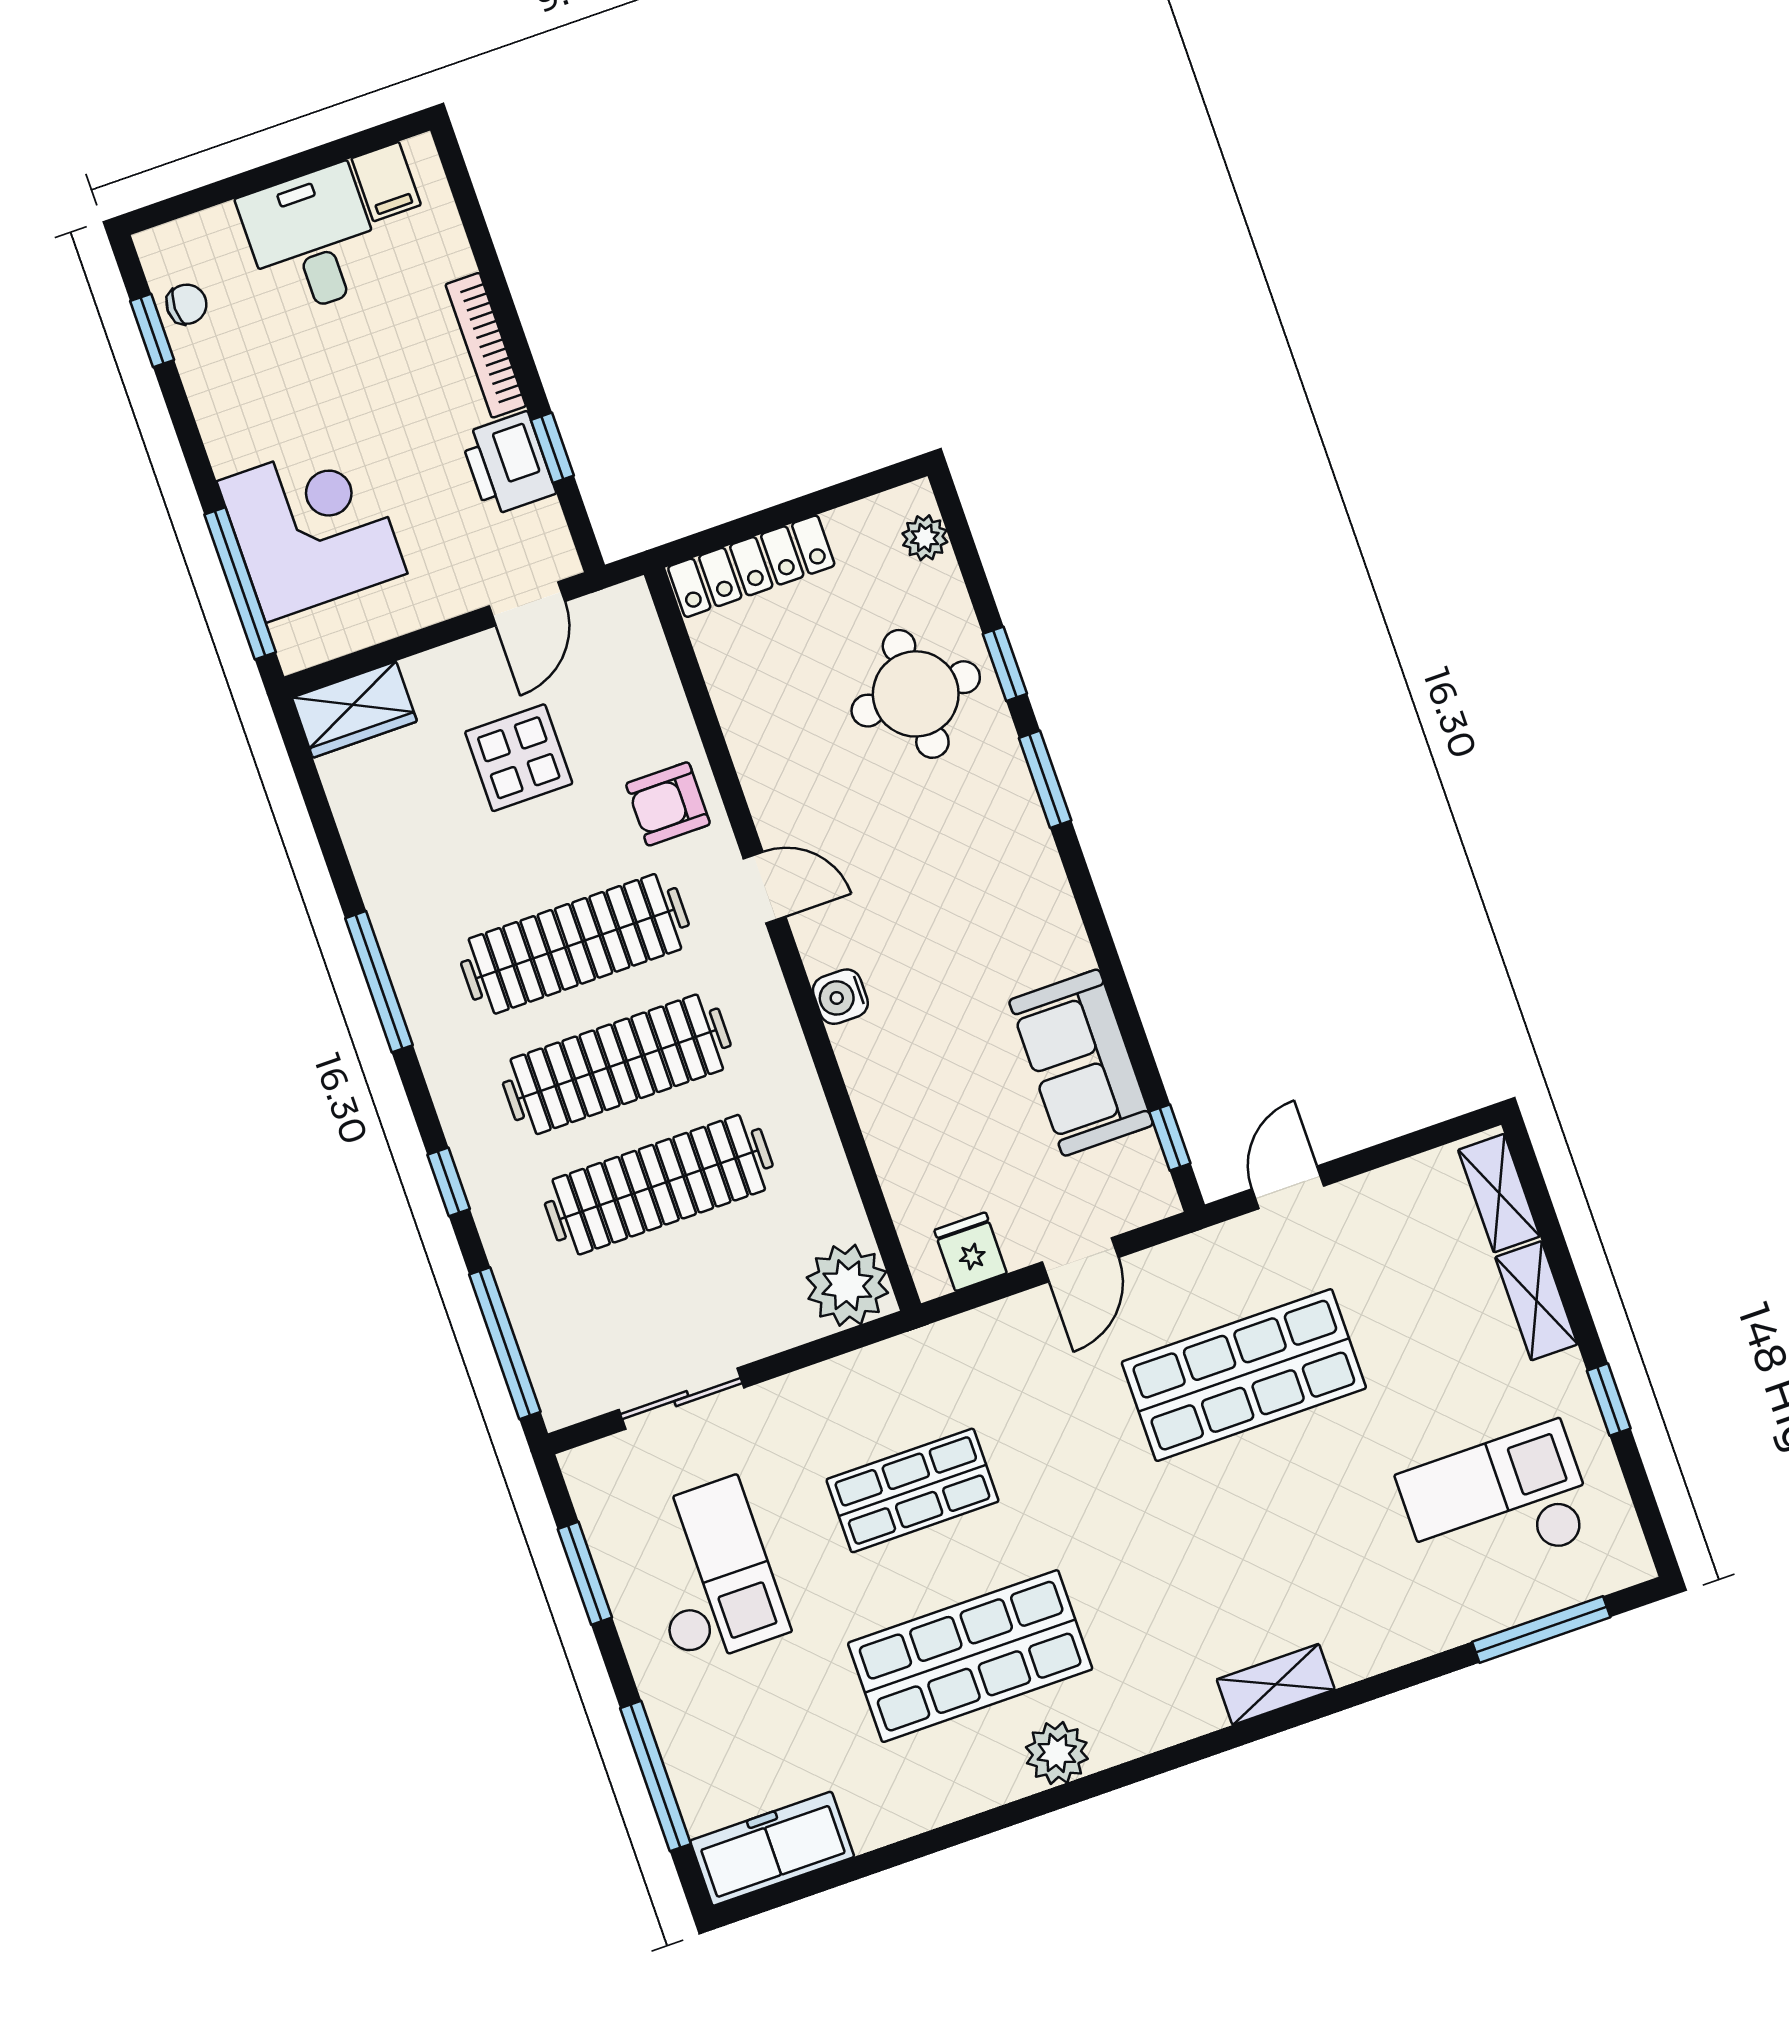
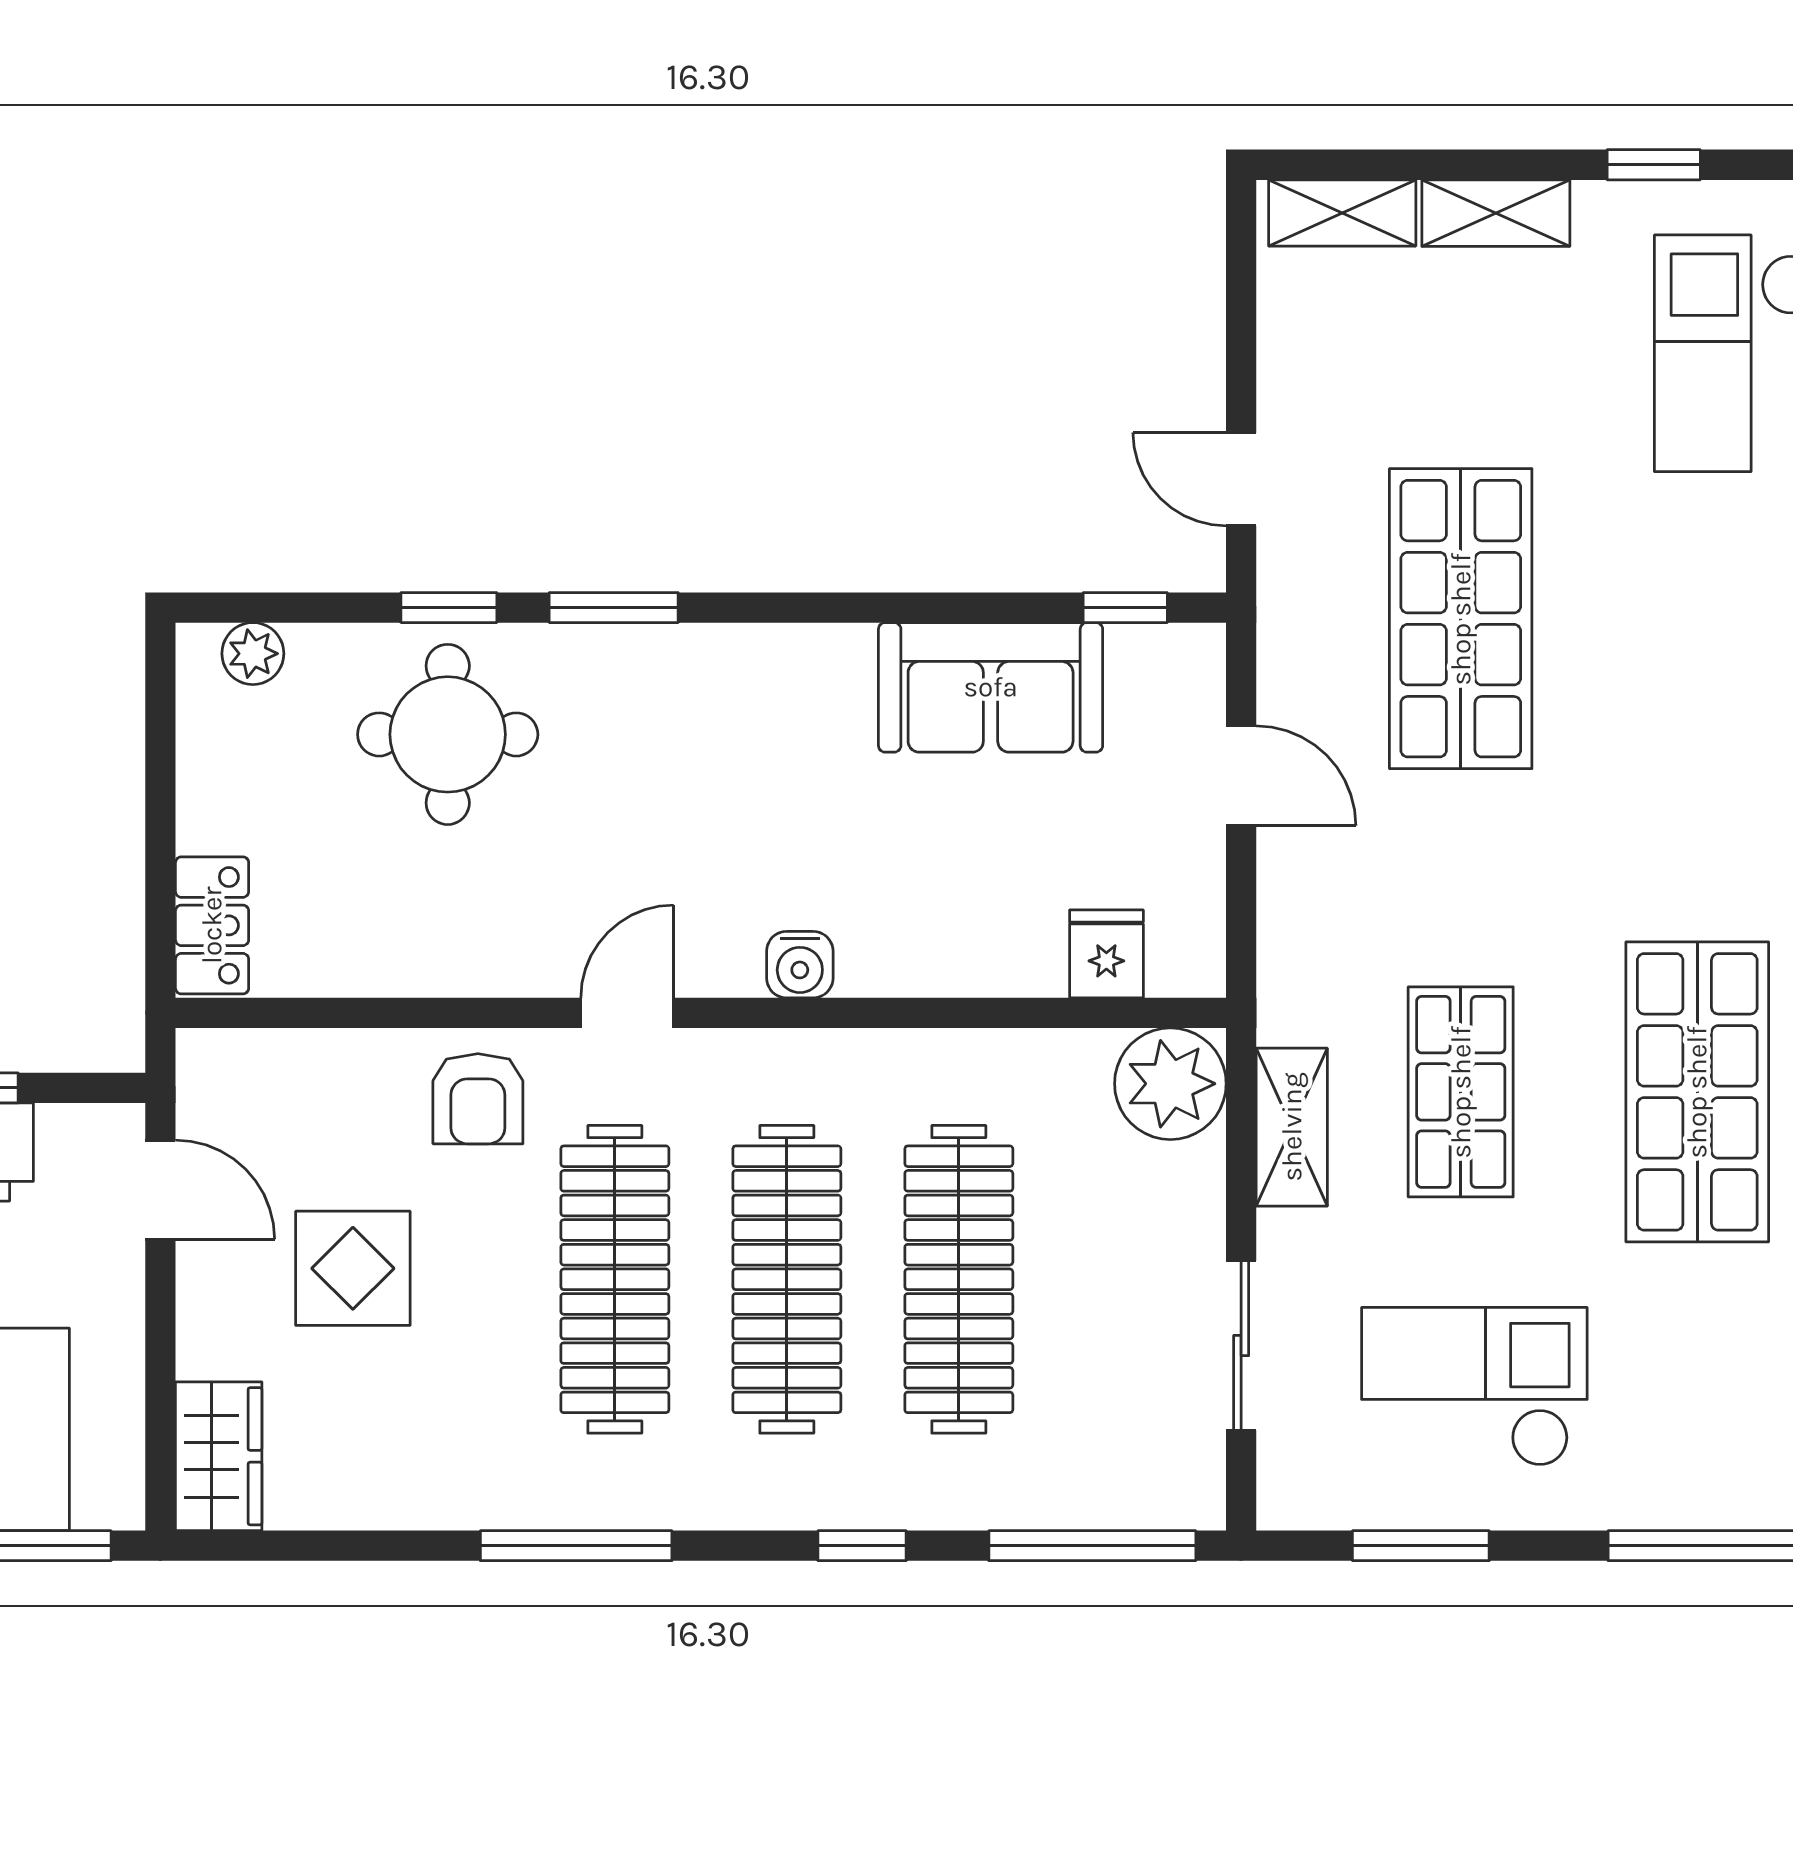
locker: (751, 566) -> (212, 925), width x0.66
fridge: (971, 1252) -> (1106, 954), moved, turned 90
shelving: (847, 1381) -> (1292, 1127), added

